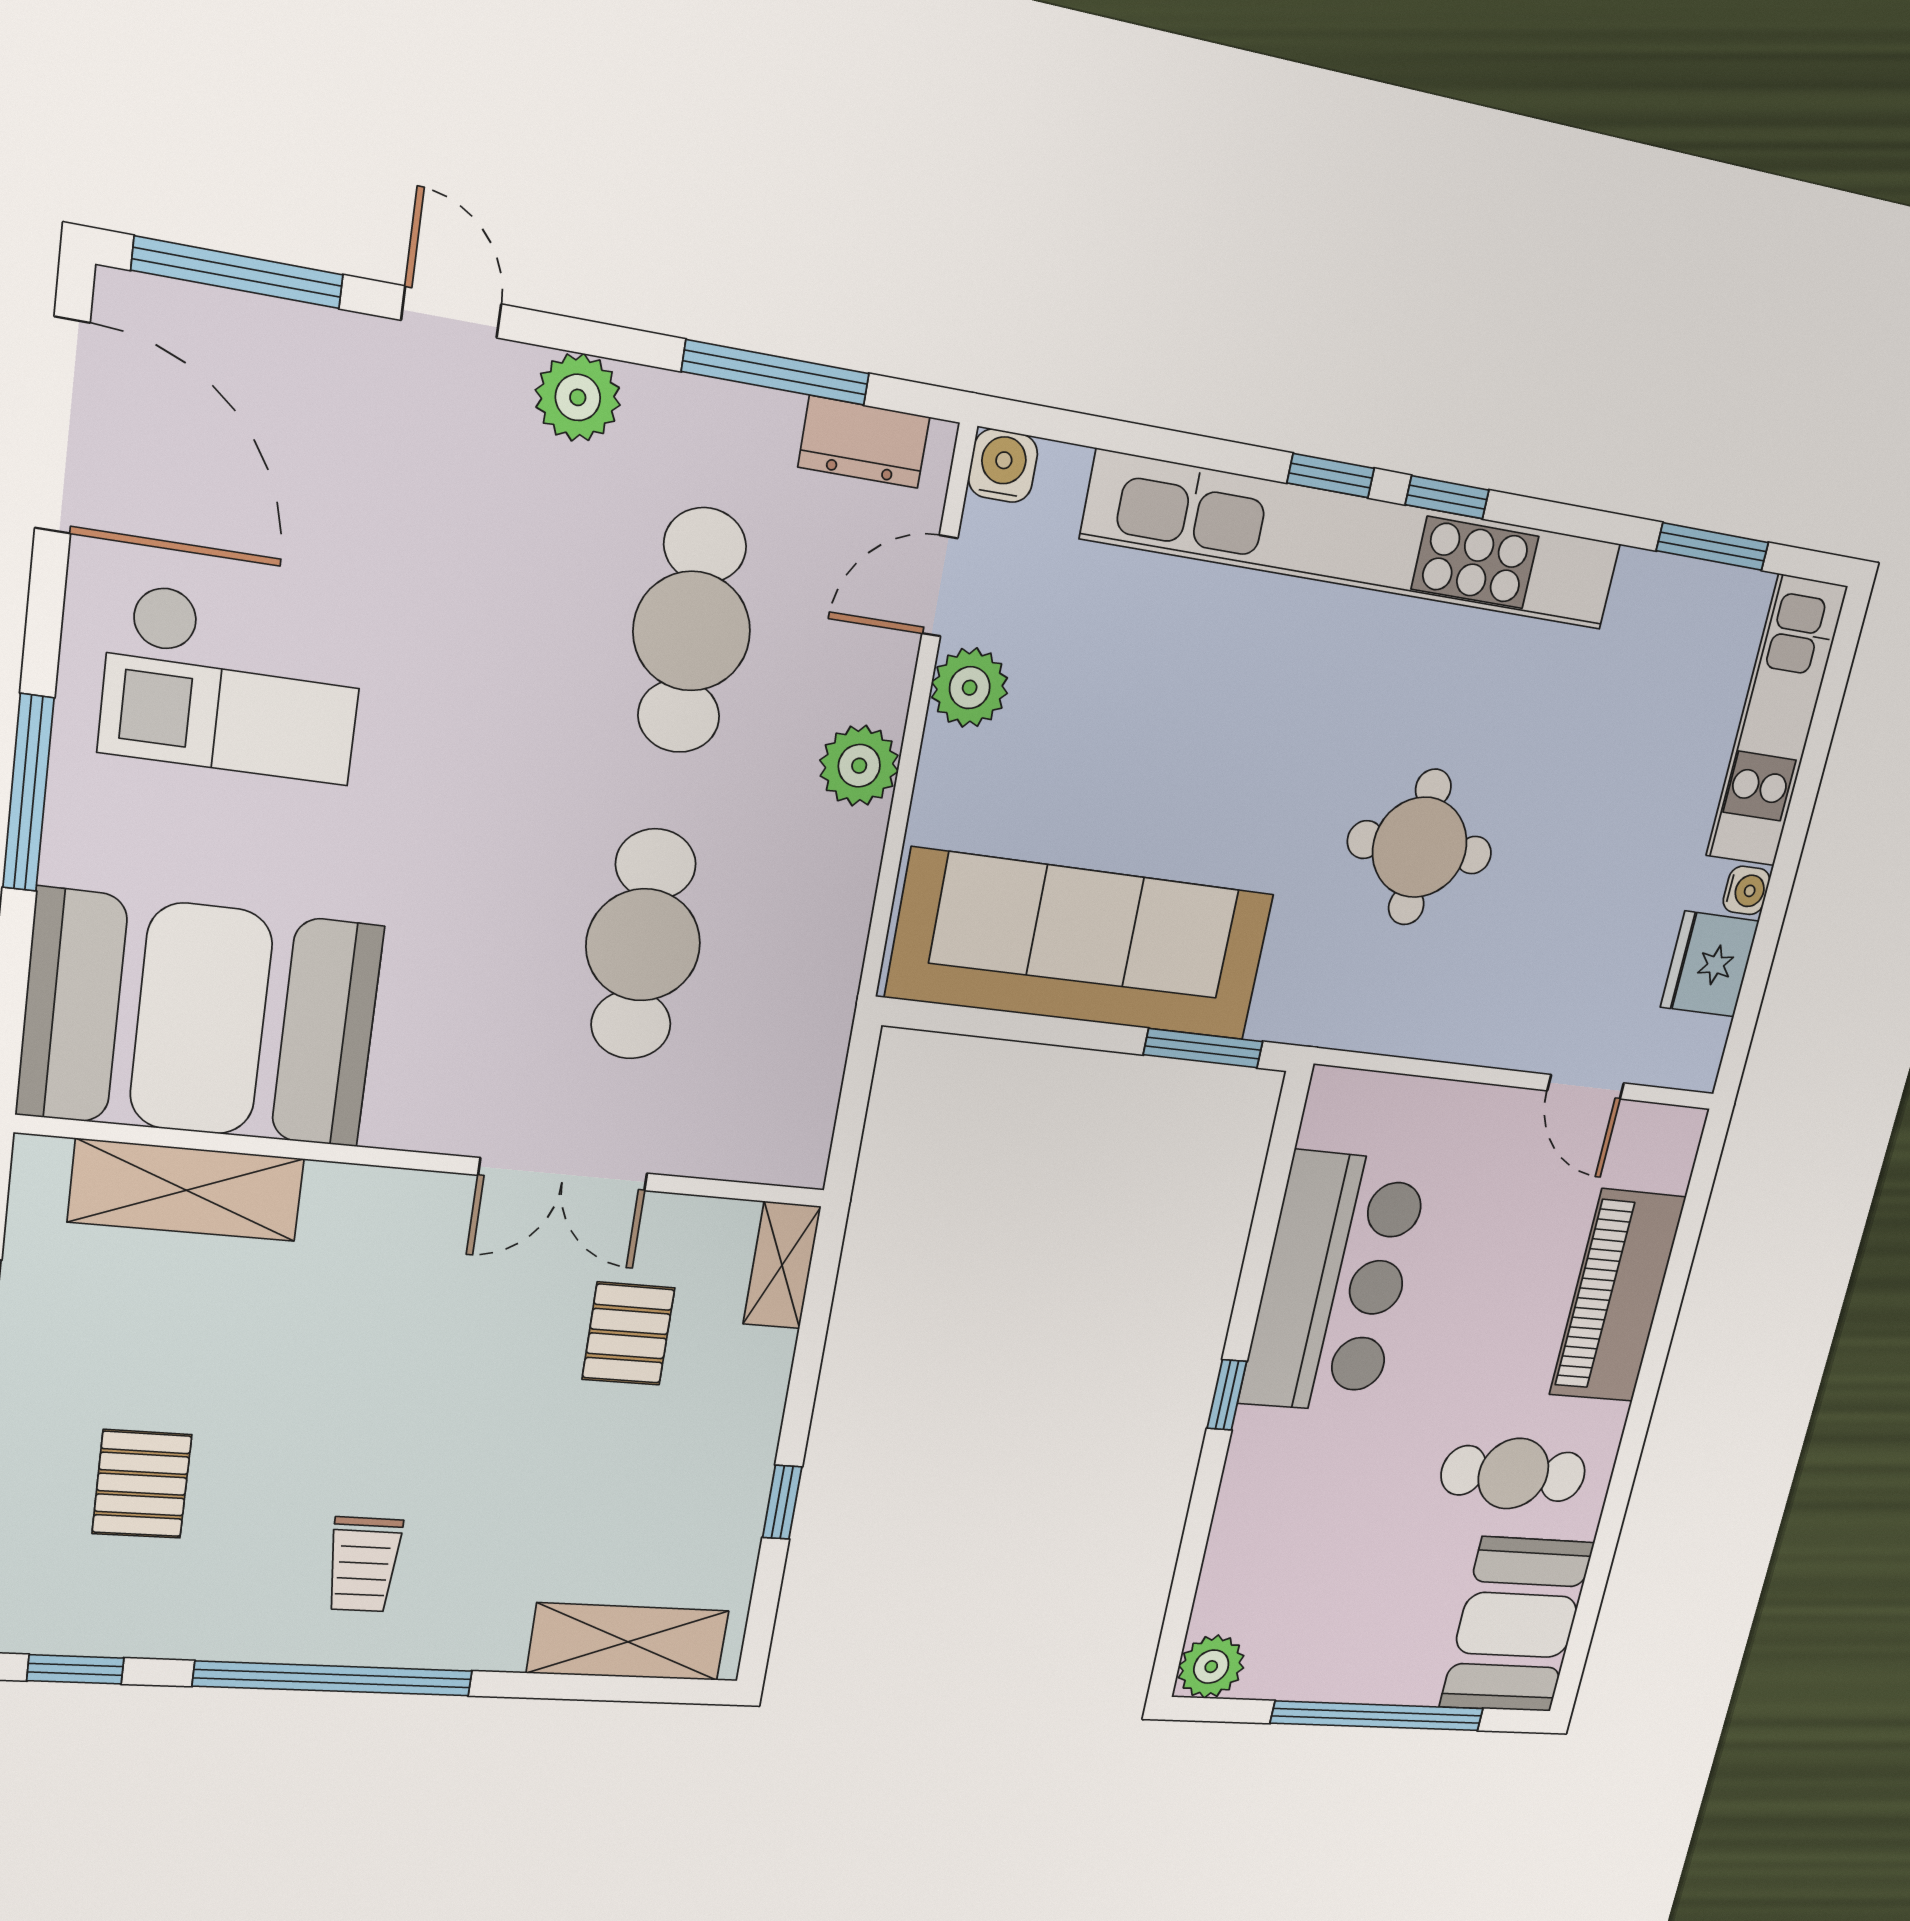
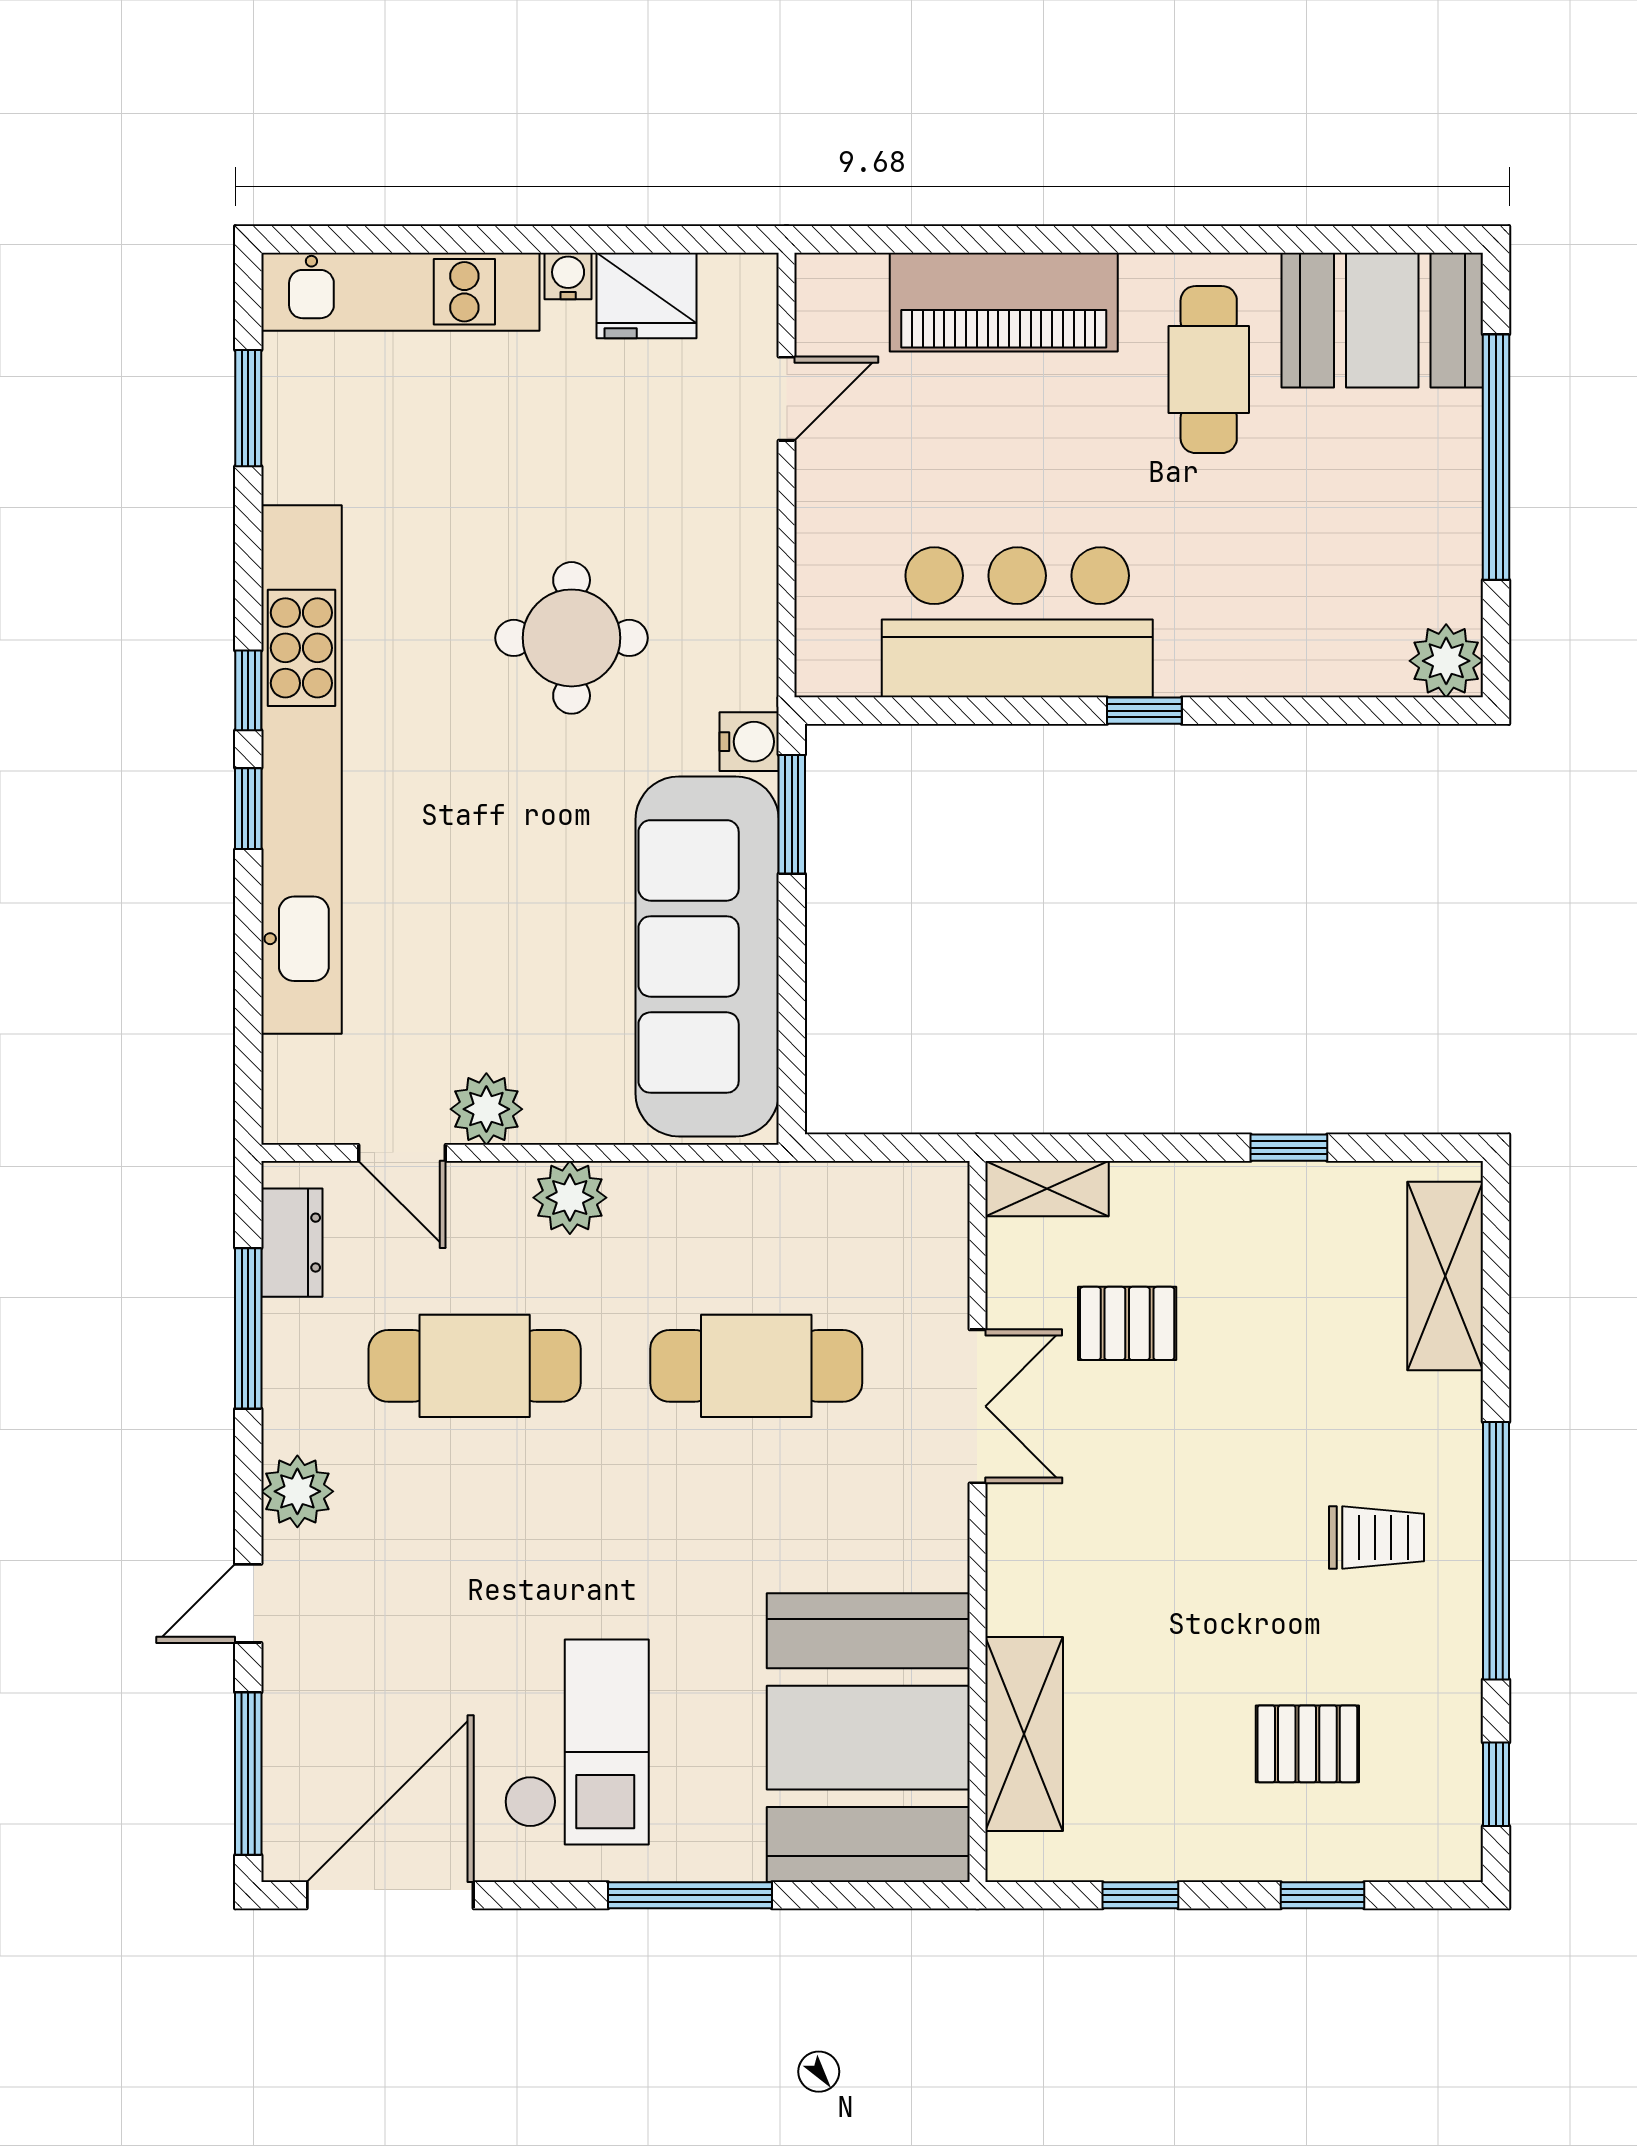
water cooler: (1003, 466) -> (749, 742), moved, turned 180

